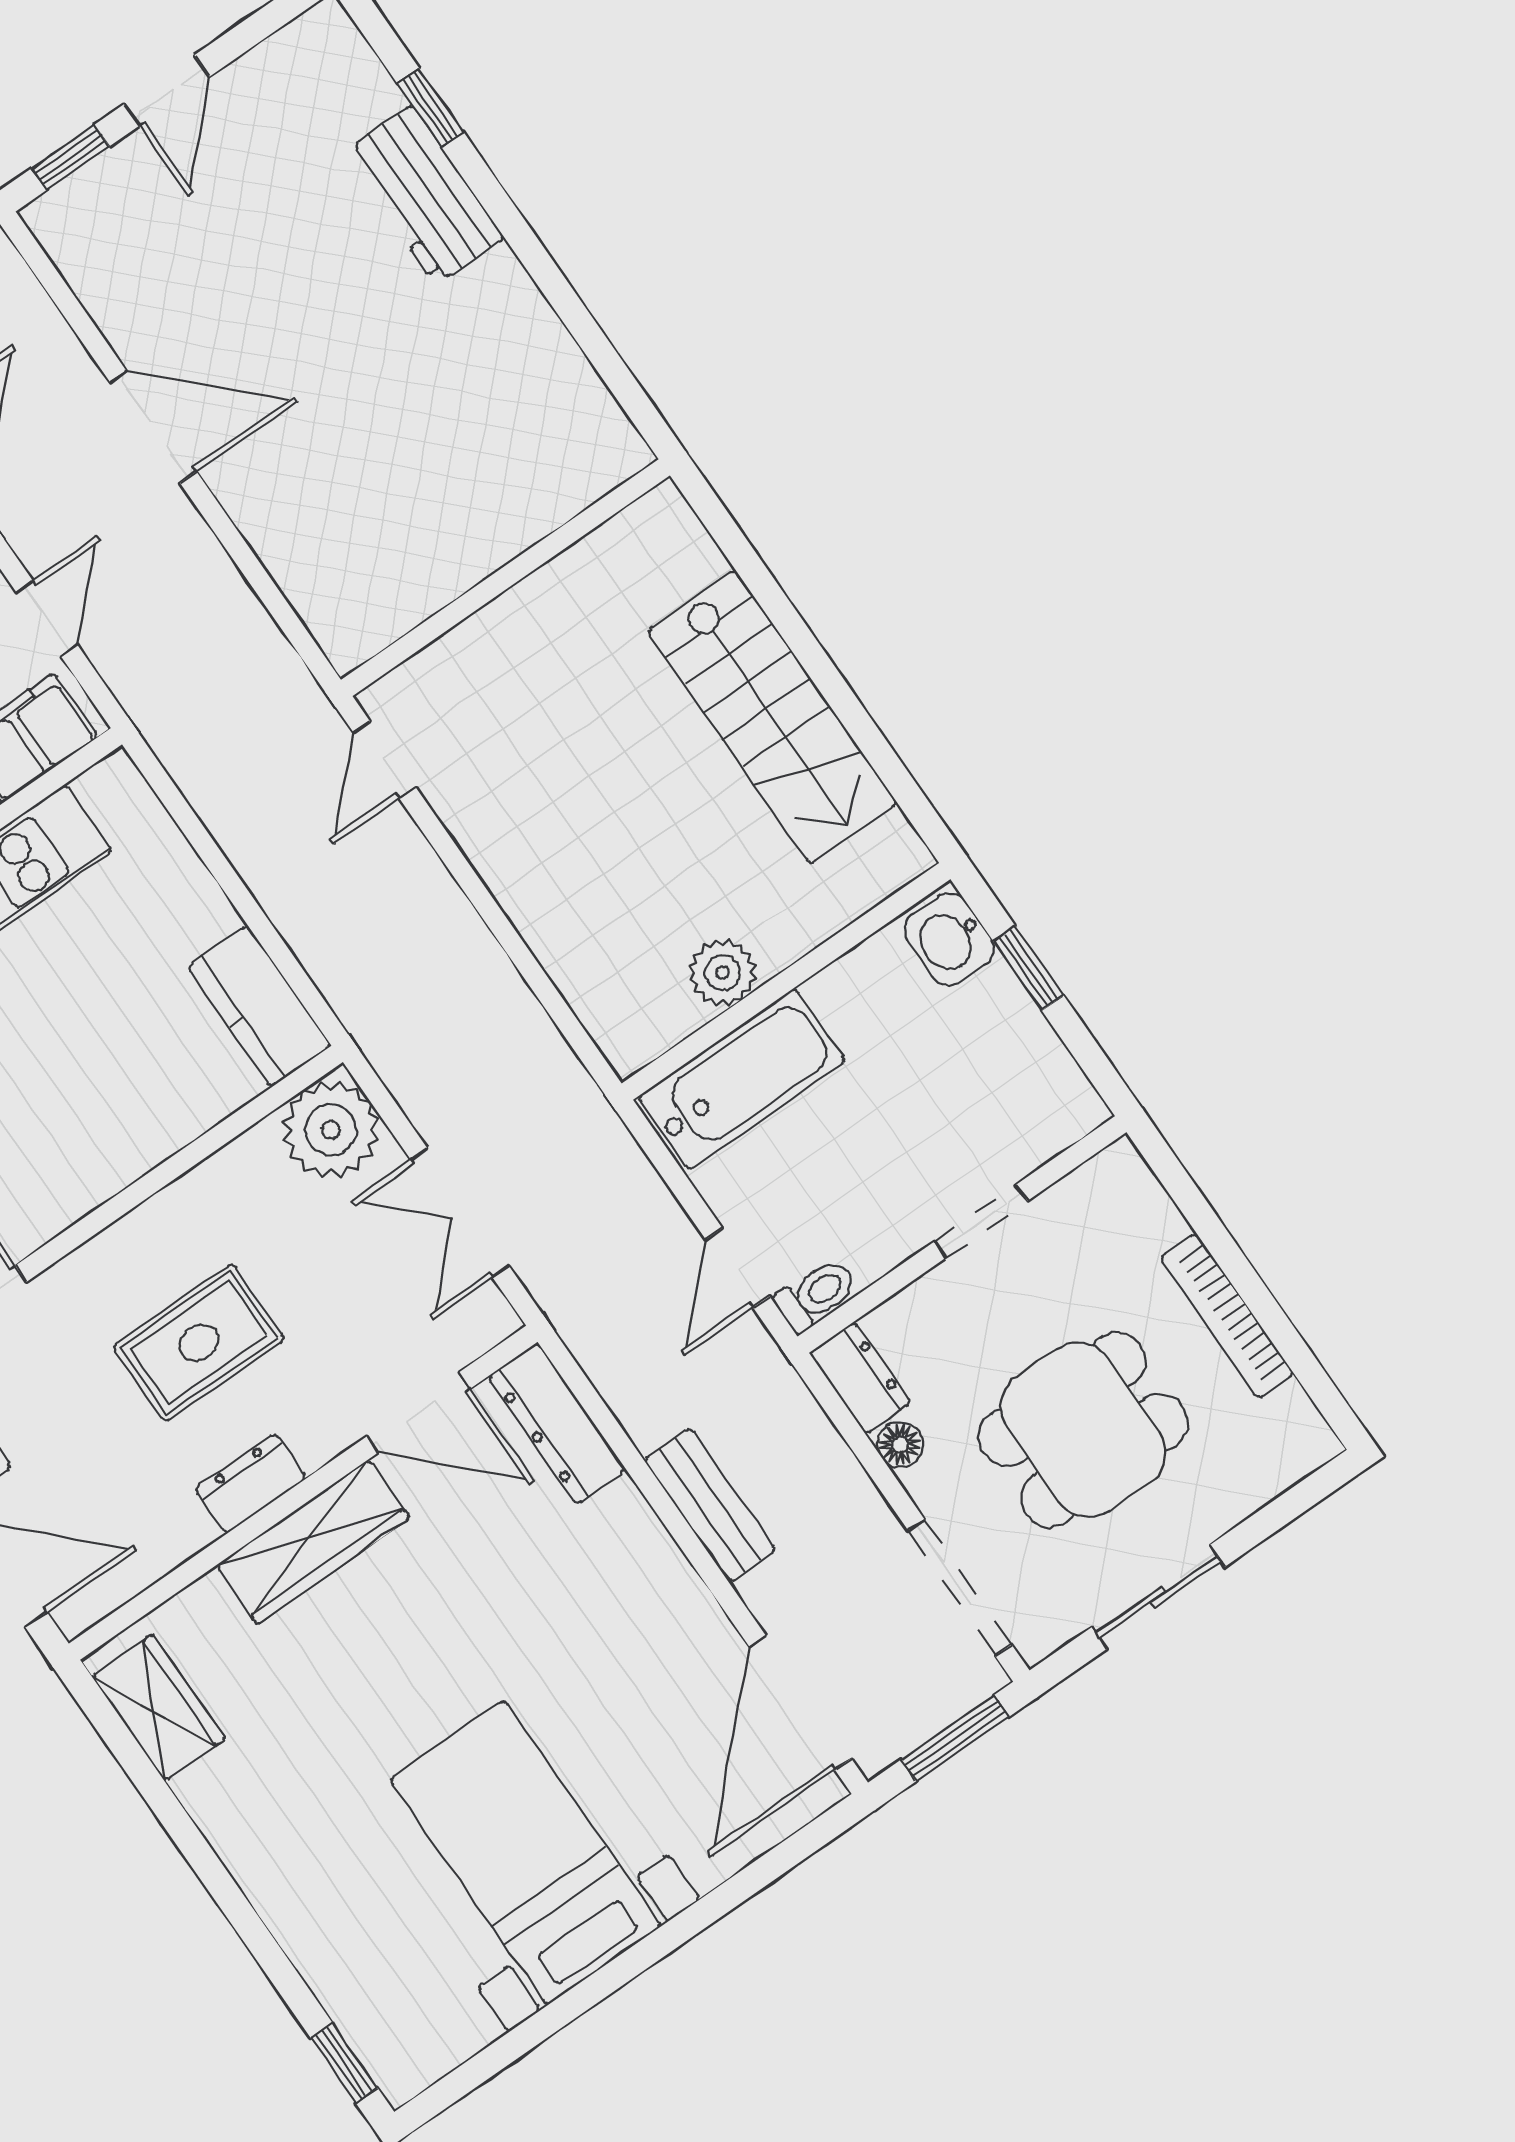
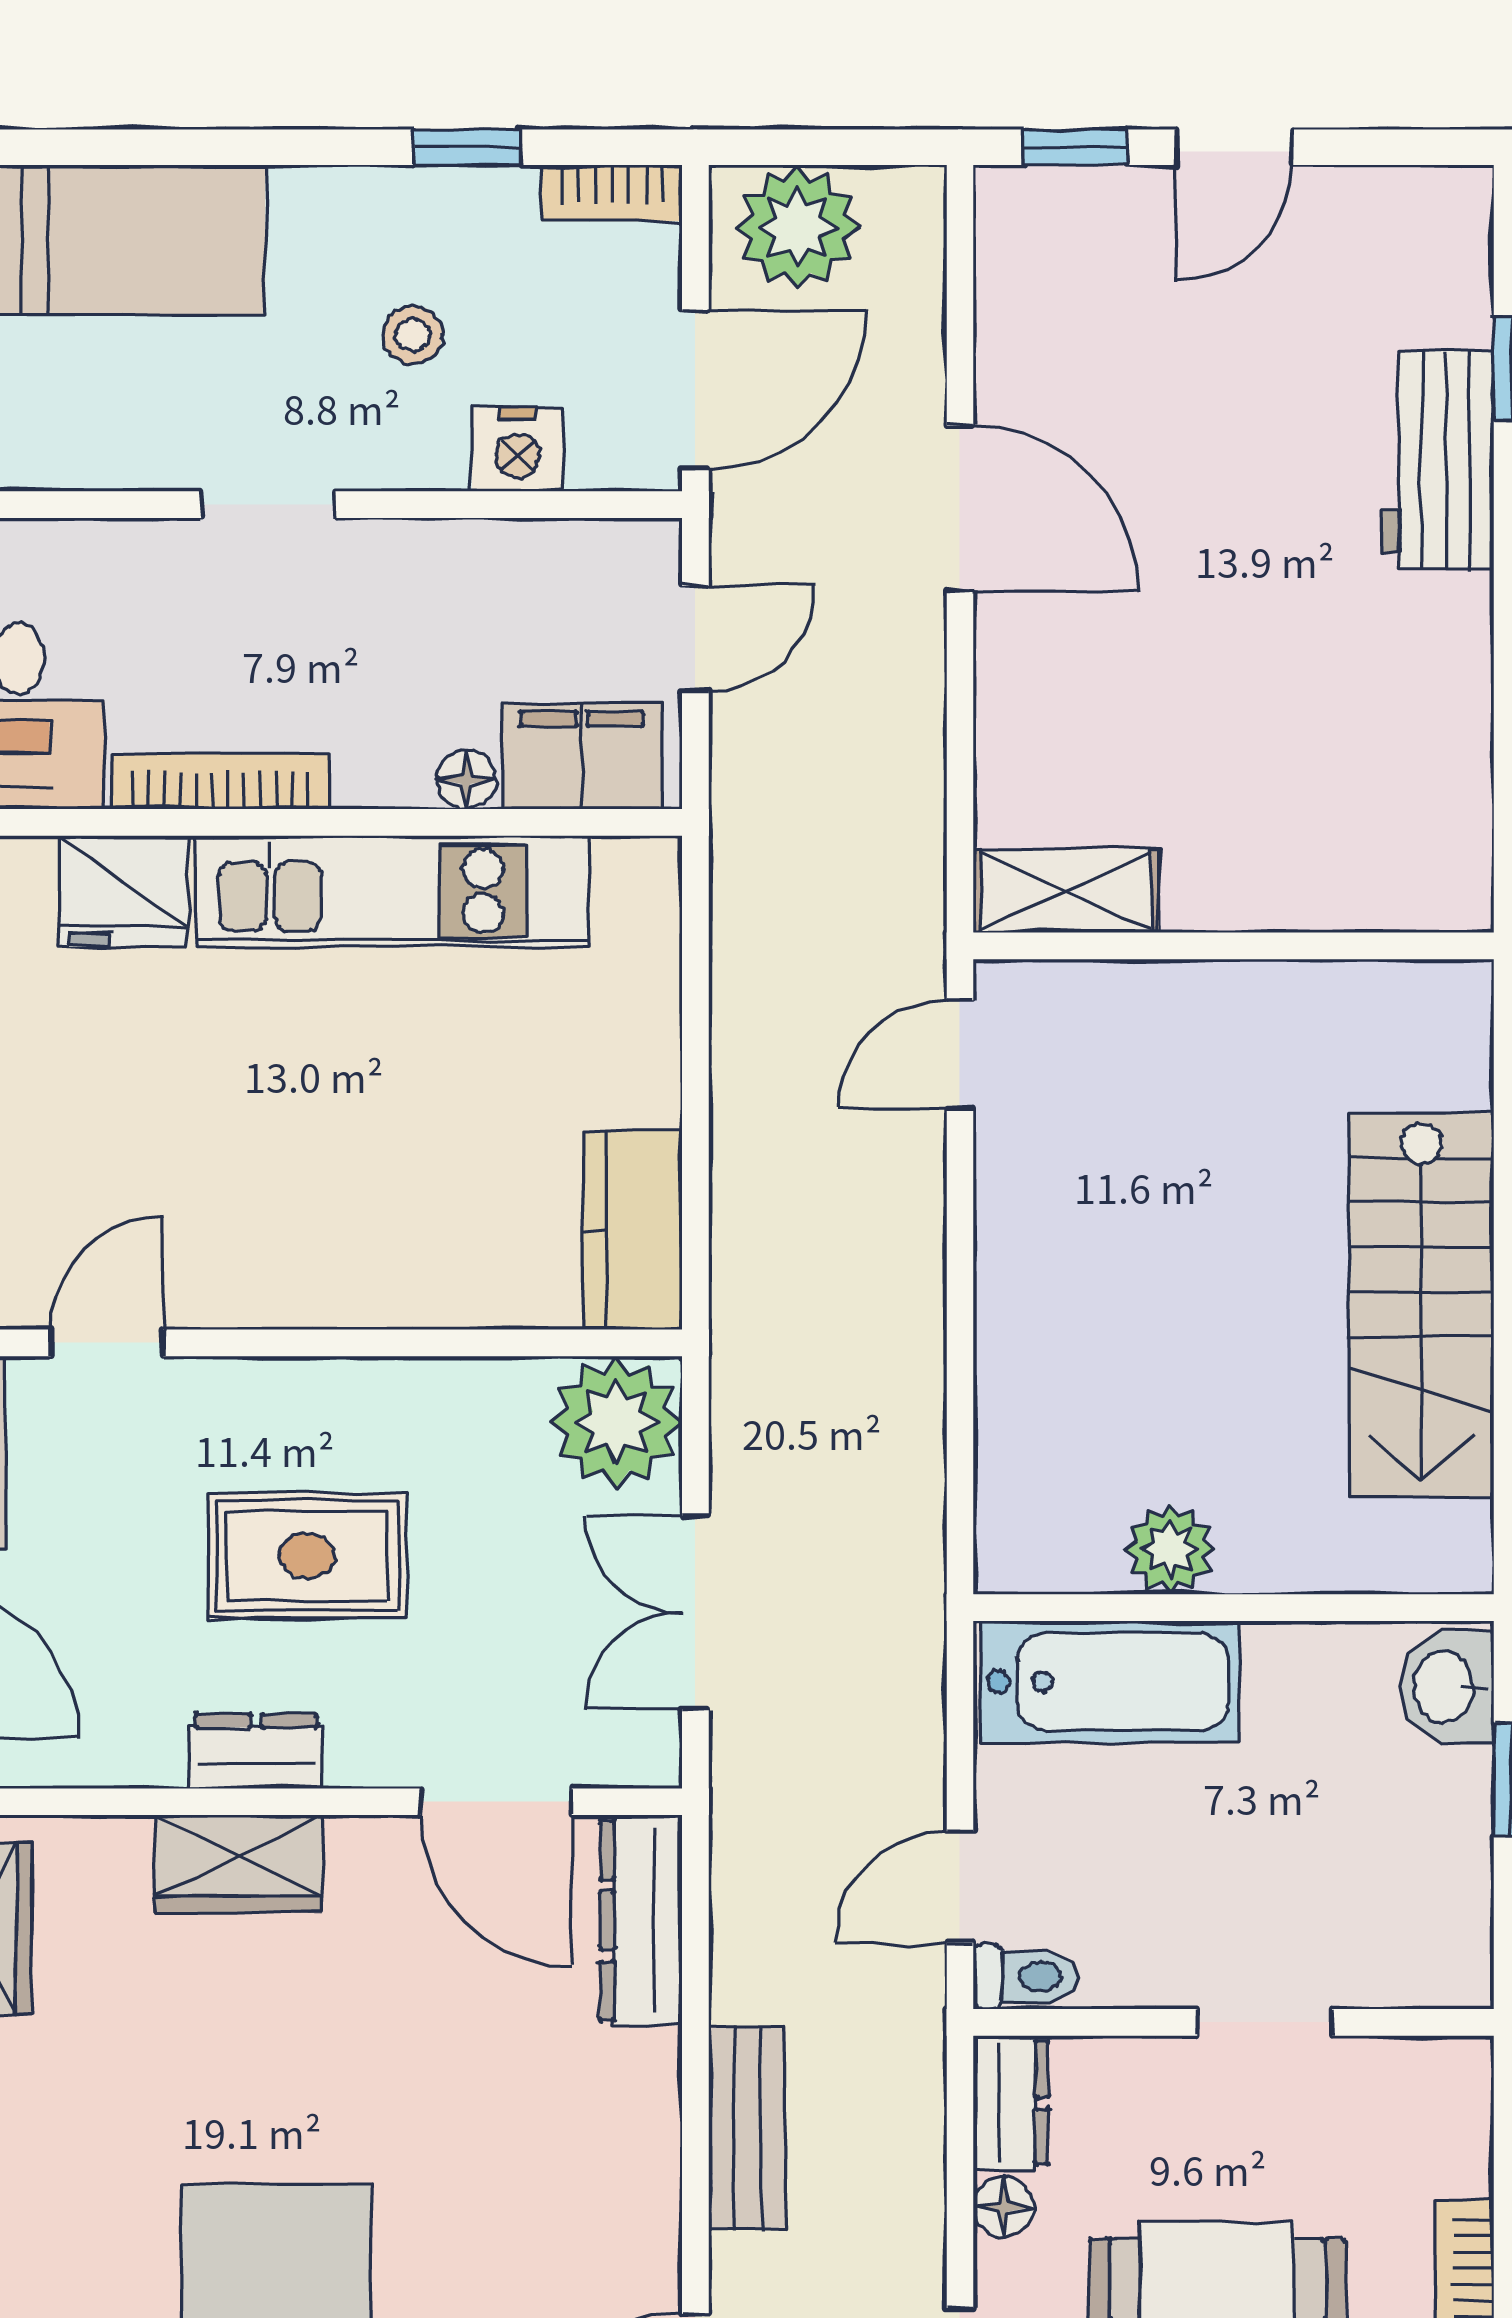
shelving: (380, 615) -> (1066, 891), added
wardrobe: (313, 1542) -> (238, 1864), width x0.67

